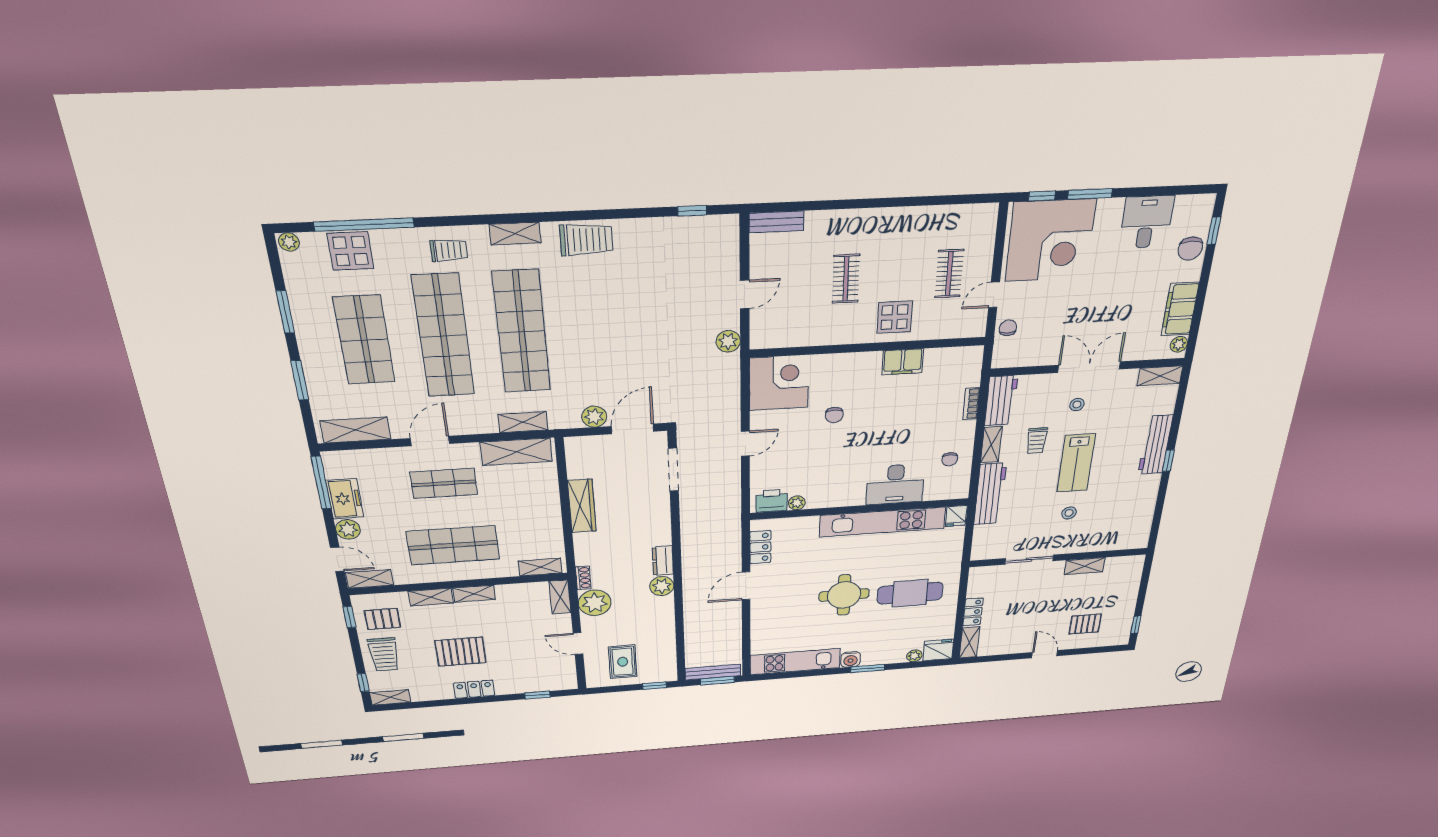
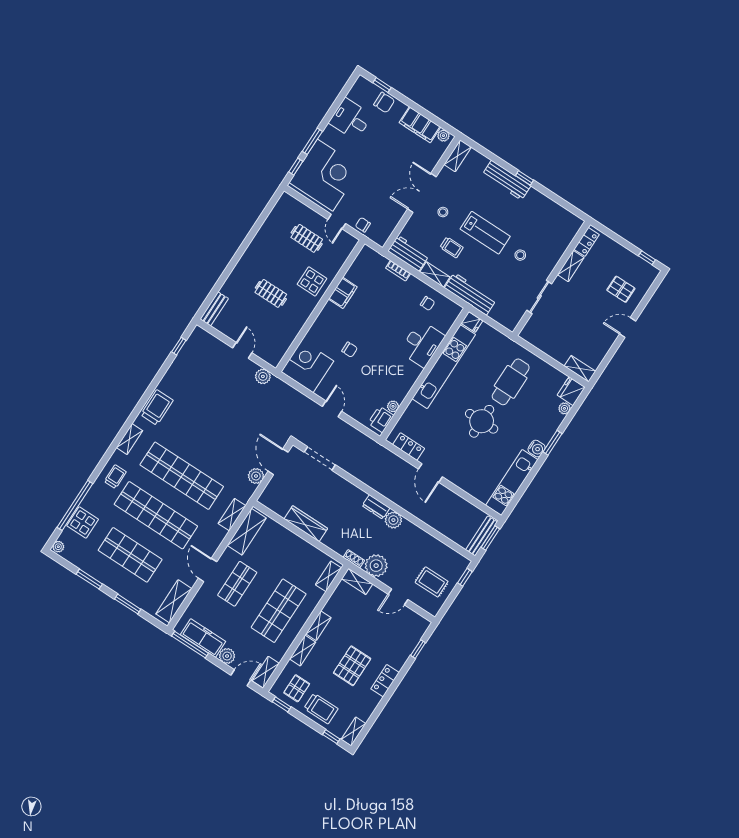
freezer: (345, 499) -> (203, 638), width x1.40
locker: (973, 612) -> (587, 242), moved, turned 90
pallet: (1085, 624) -> (621, 289), turned 90

